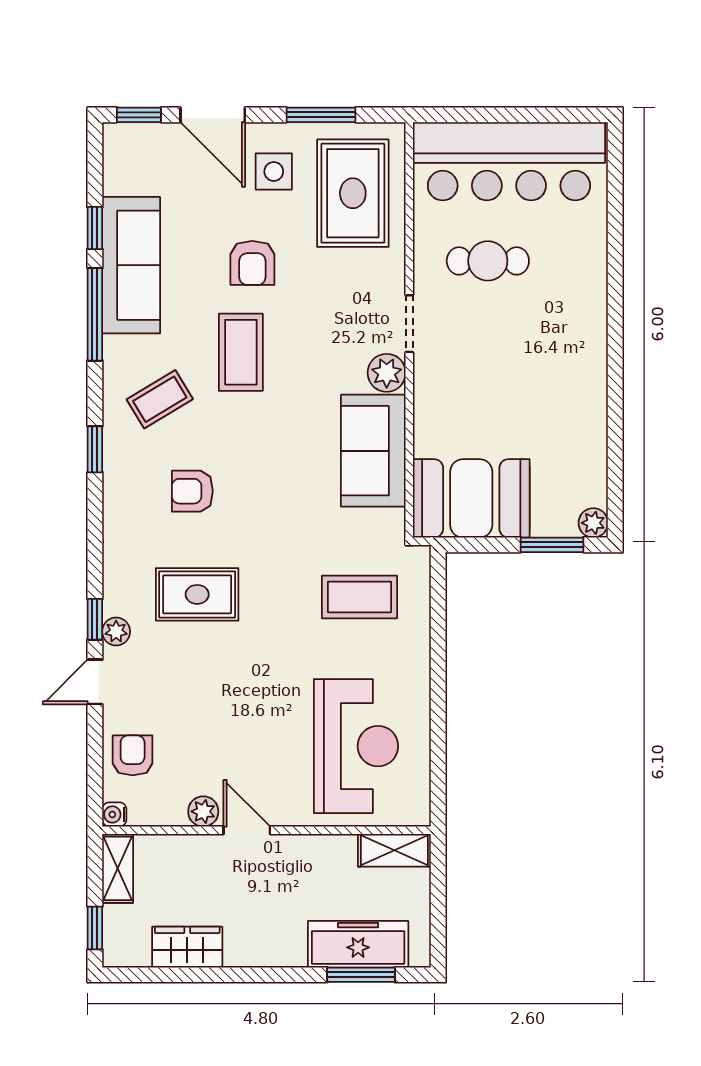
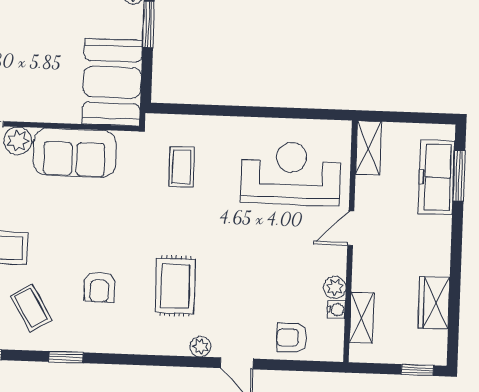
coffee table: (359, 597) -> (182, 167), width x0.73, depth x0.77
window: (95, 619) -> (191, 362), removed
water cooler: (114, 814) -> (336, 310), moved, turned -90
door: (247, 830) -> (351, 228), moved
shelving: (118, 868) -> (362, 318), moved, turned 90

